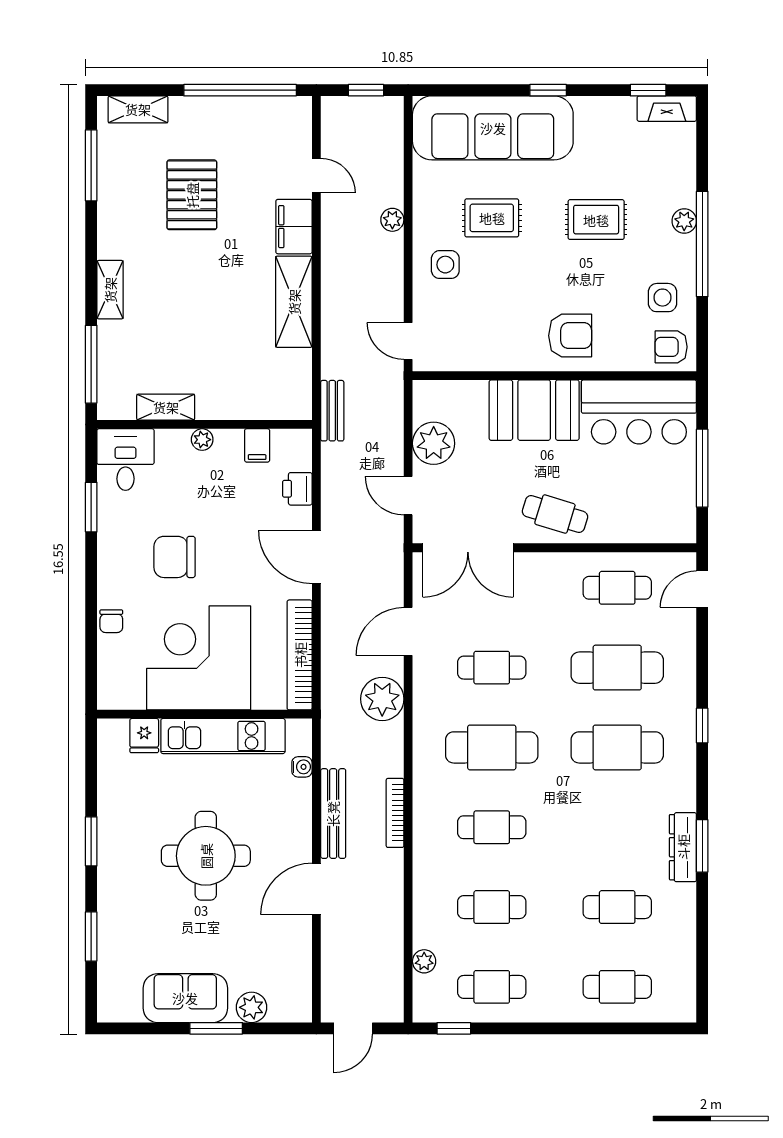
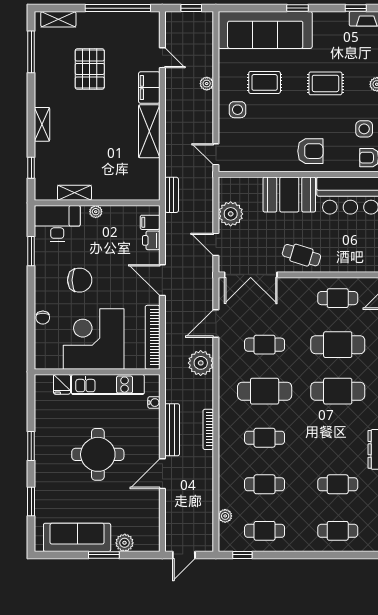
window: (91, 364) -> (31, 168), width x0.46
filing cabinet: (257, 445) -> (150, 222), moved, turned 90
desk: (125, 460) -> (57, 223), width x1.37
chair: (175, 557) -> (80, 280), turned 180
sofa: (185, 998) -> (77, 537), width x1.36

